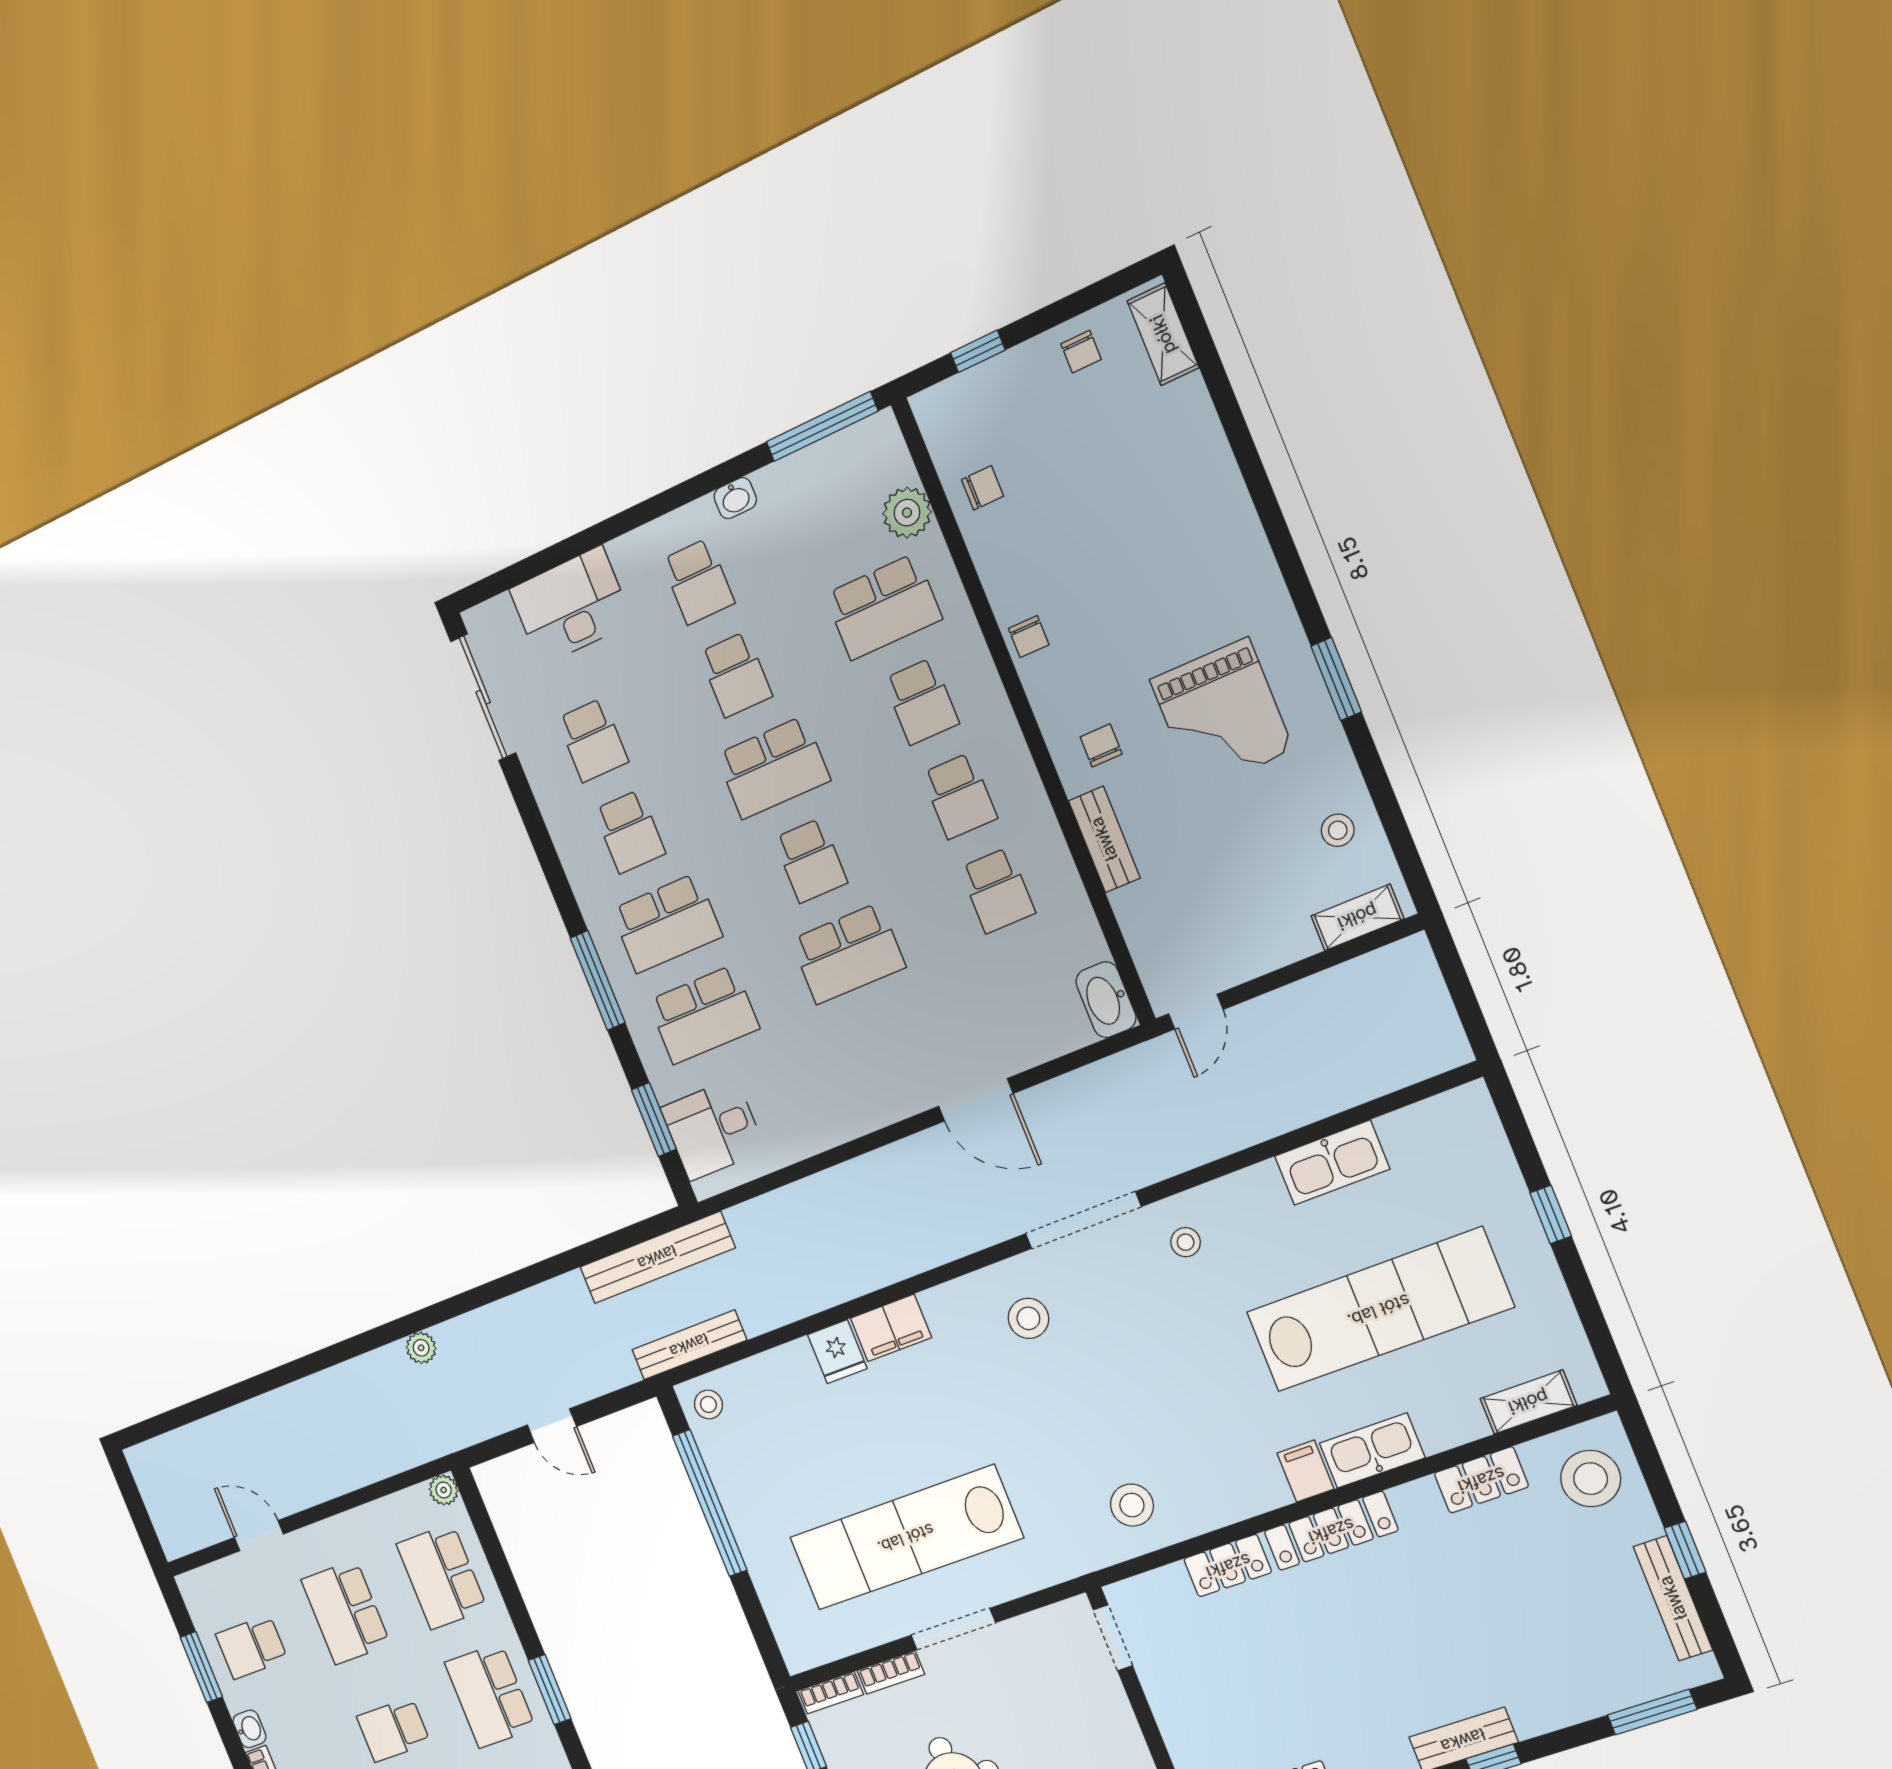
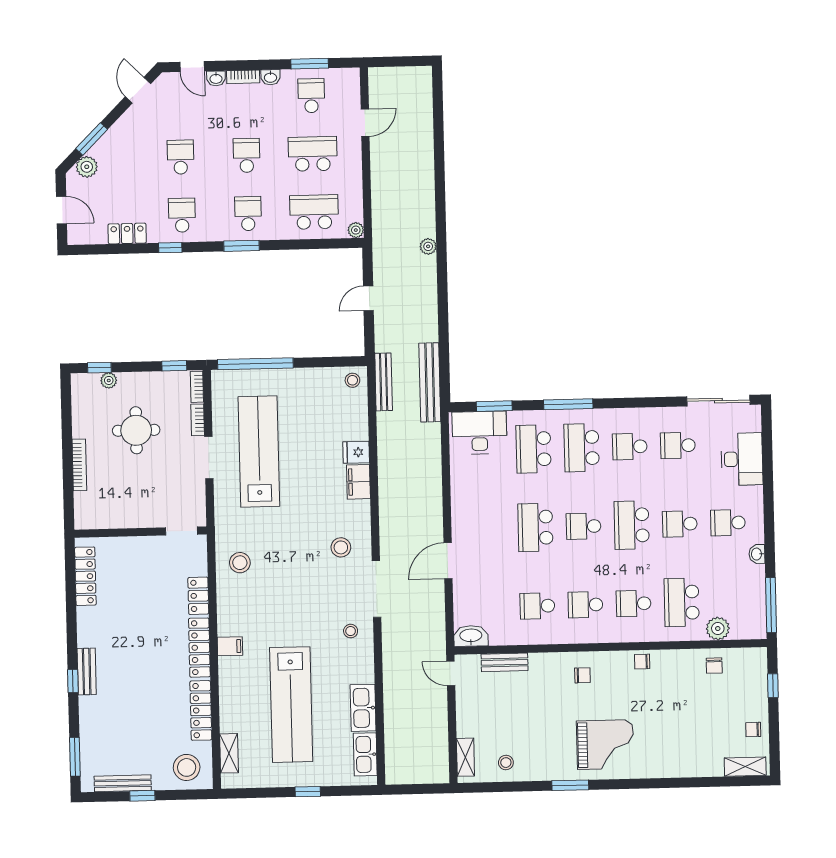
grand piano: (1221, 715) -> (605, 745), moved, turned 180
bench: (1104, 839) -> (505, 662), moved
desk: (713, 1129) -> (480, 433), width x1.37
kitchen sink: (1372, 1450) -> (365, 754), moved, turned 180
locker: (1481, 1480) -> (201, 710), width x1.53
window: (710, 1503) -> (255, 364), moved
school desk: (490, 1696) -> (248, 214), width x0.54

